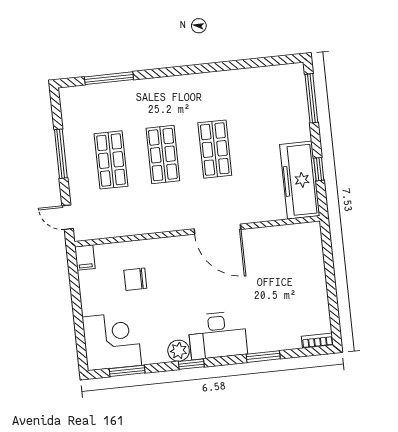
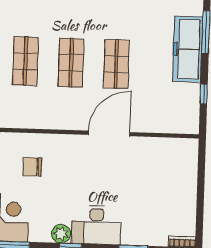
freezer: (300, 180) -> (188, 49), moved
door: (217, 229) -> (109, 133), swing flipped

